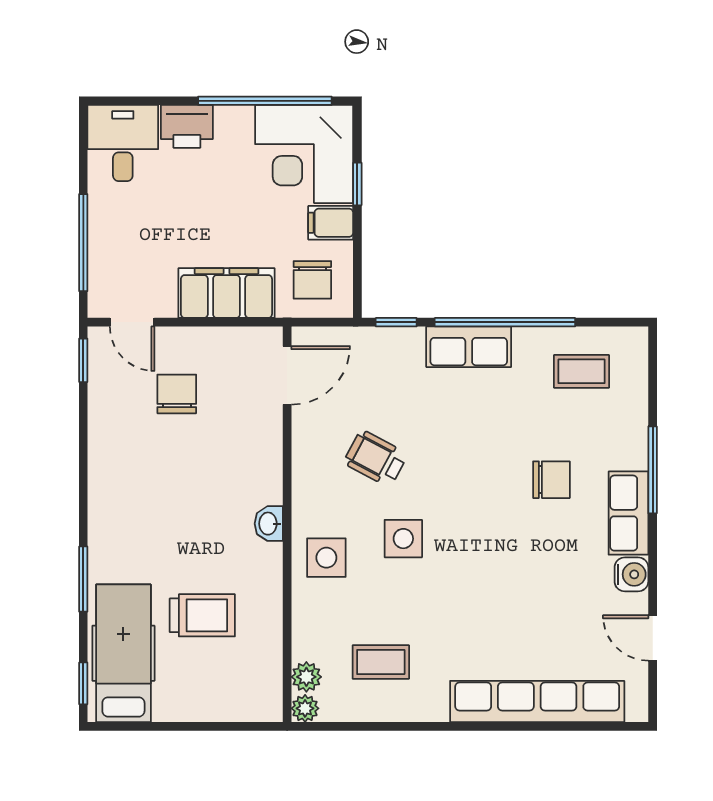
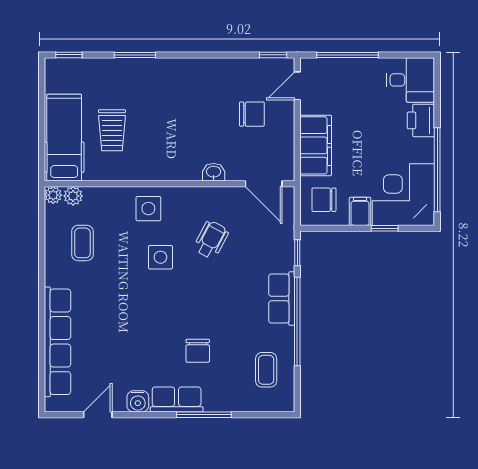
washbasin: (269, 524) -> (214, 172), moved
hospital bed: (123, 653) -> (64, 138), moved, turned -90

